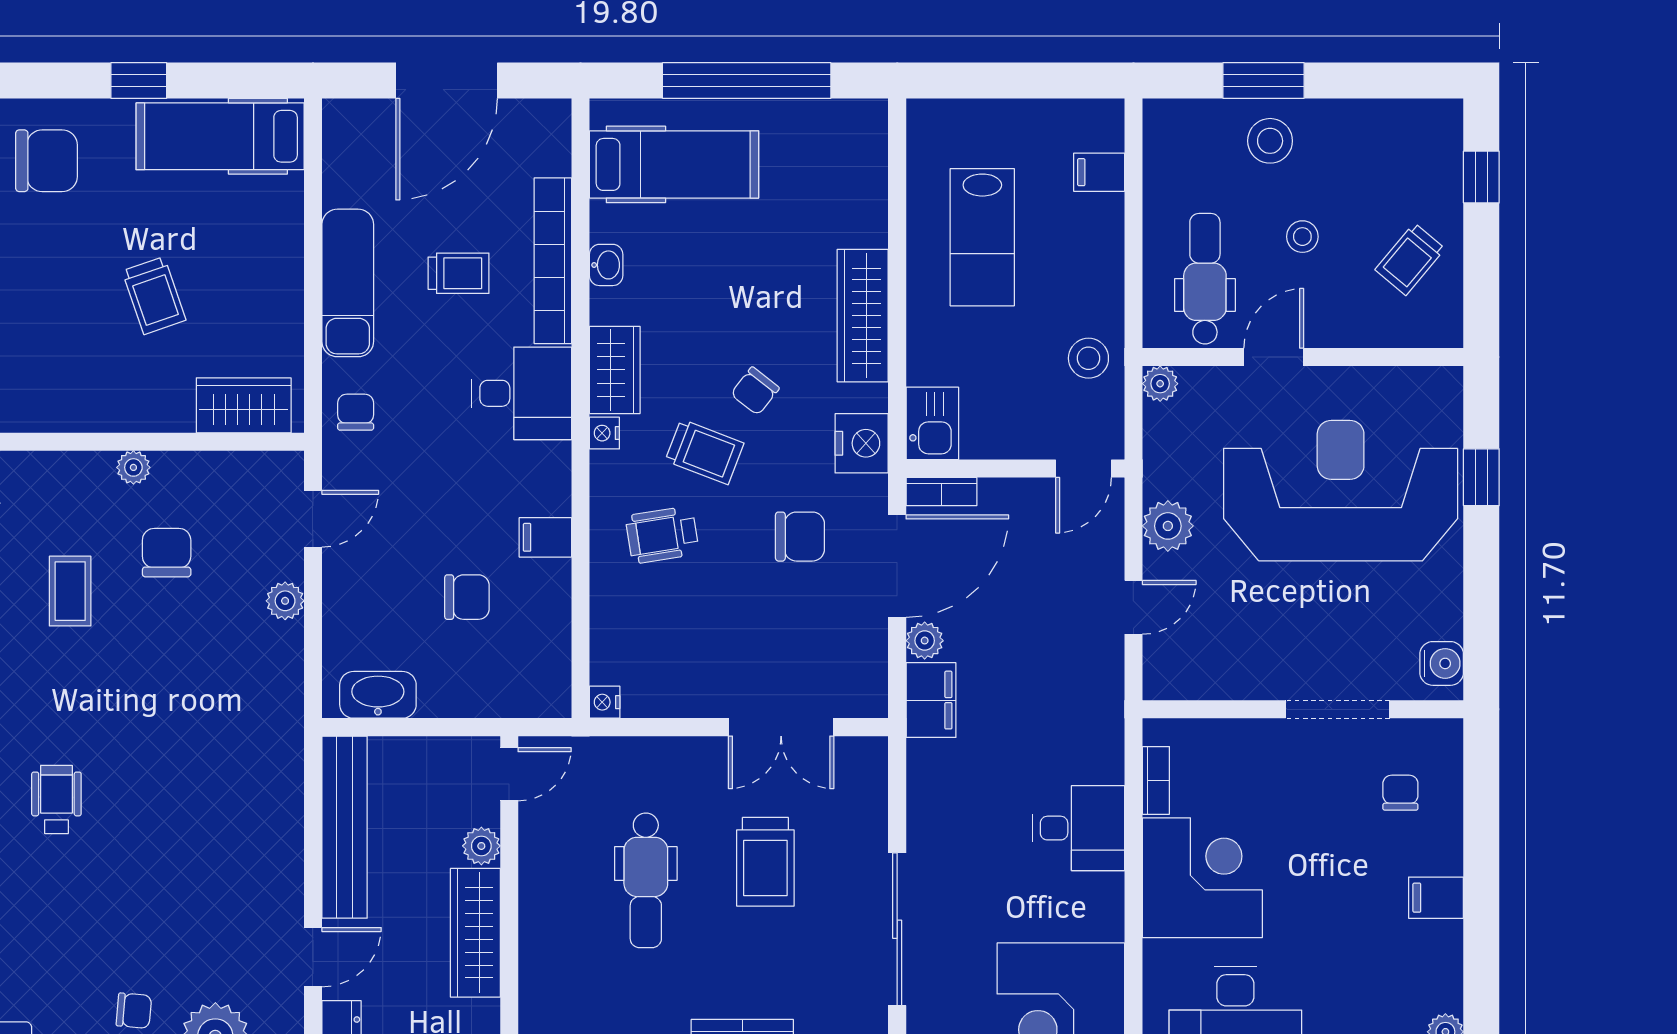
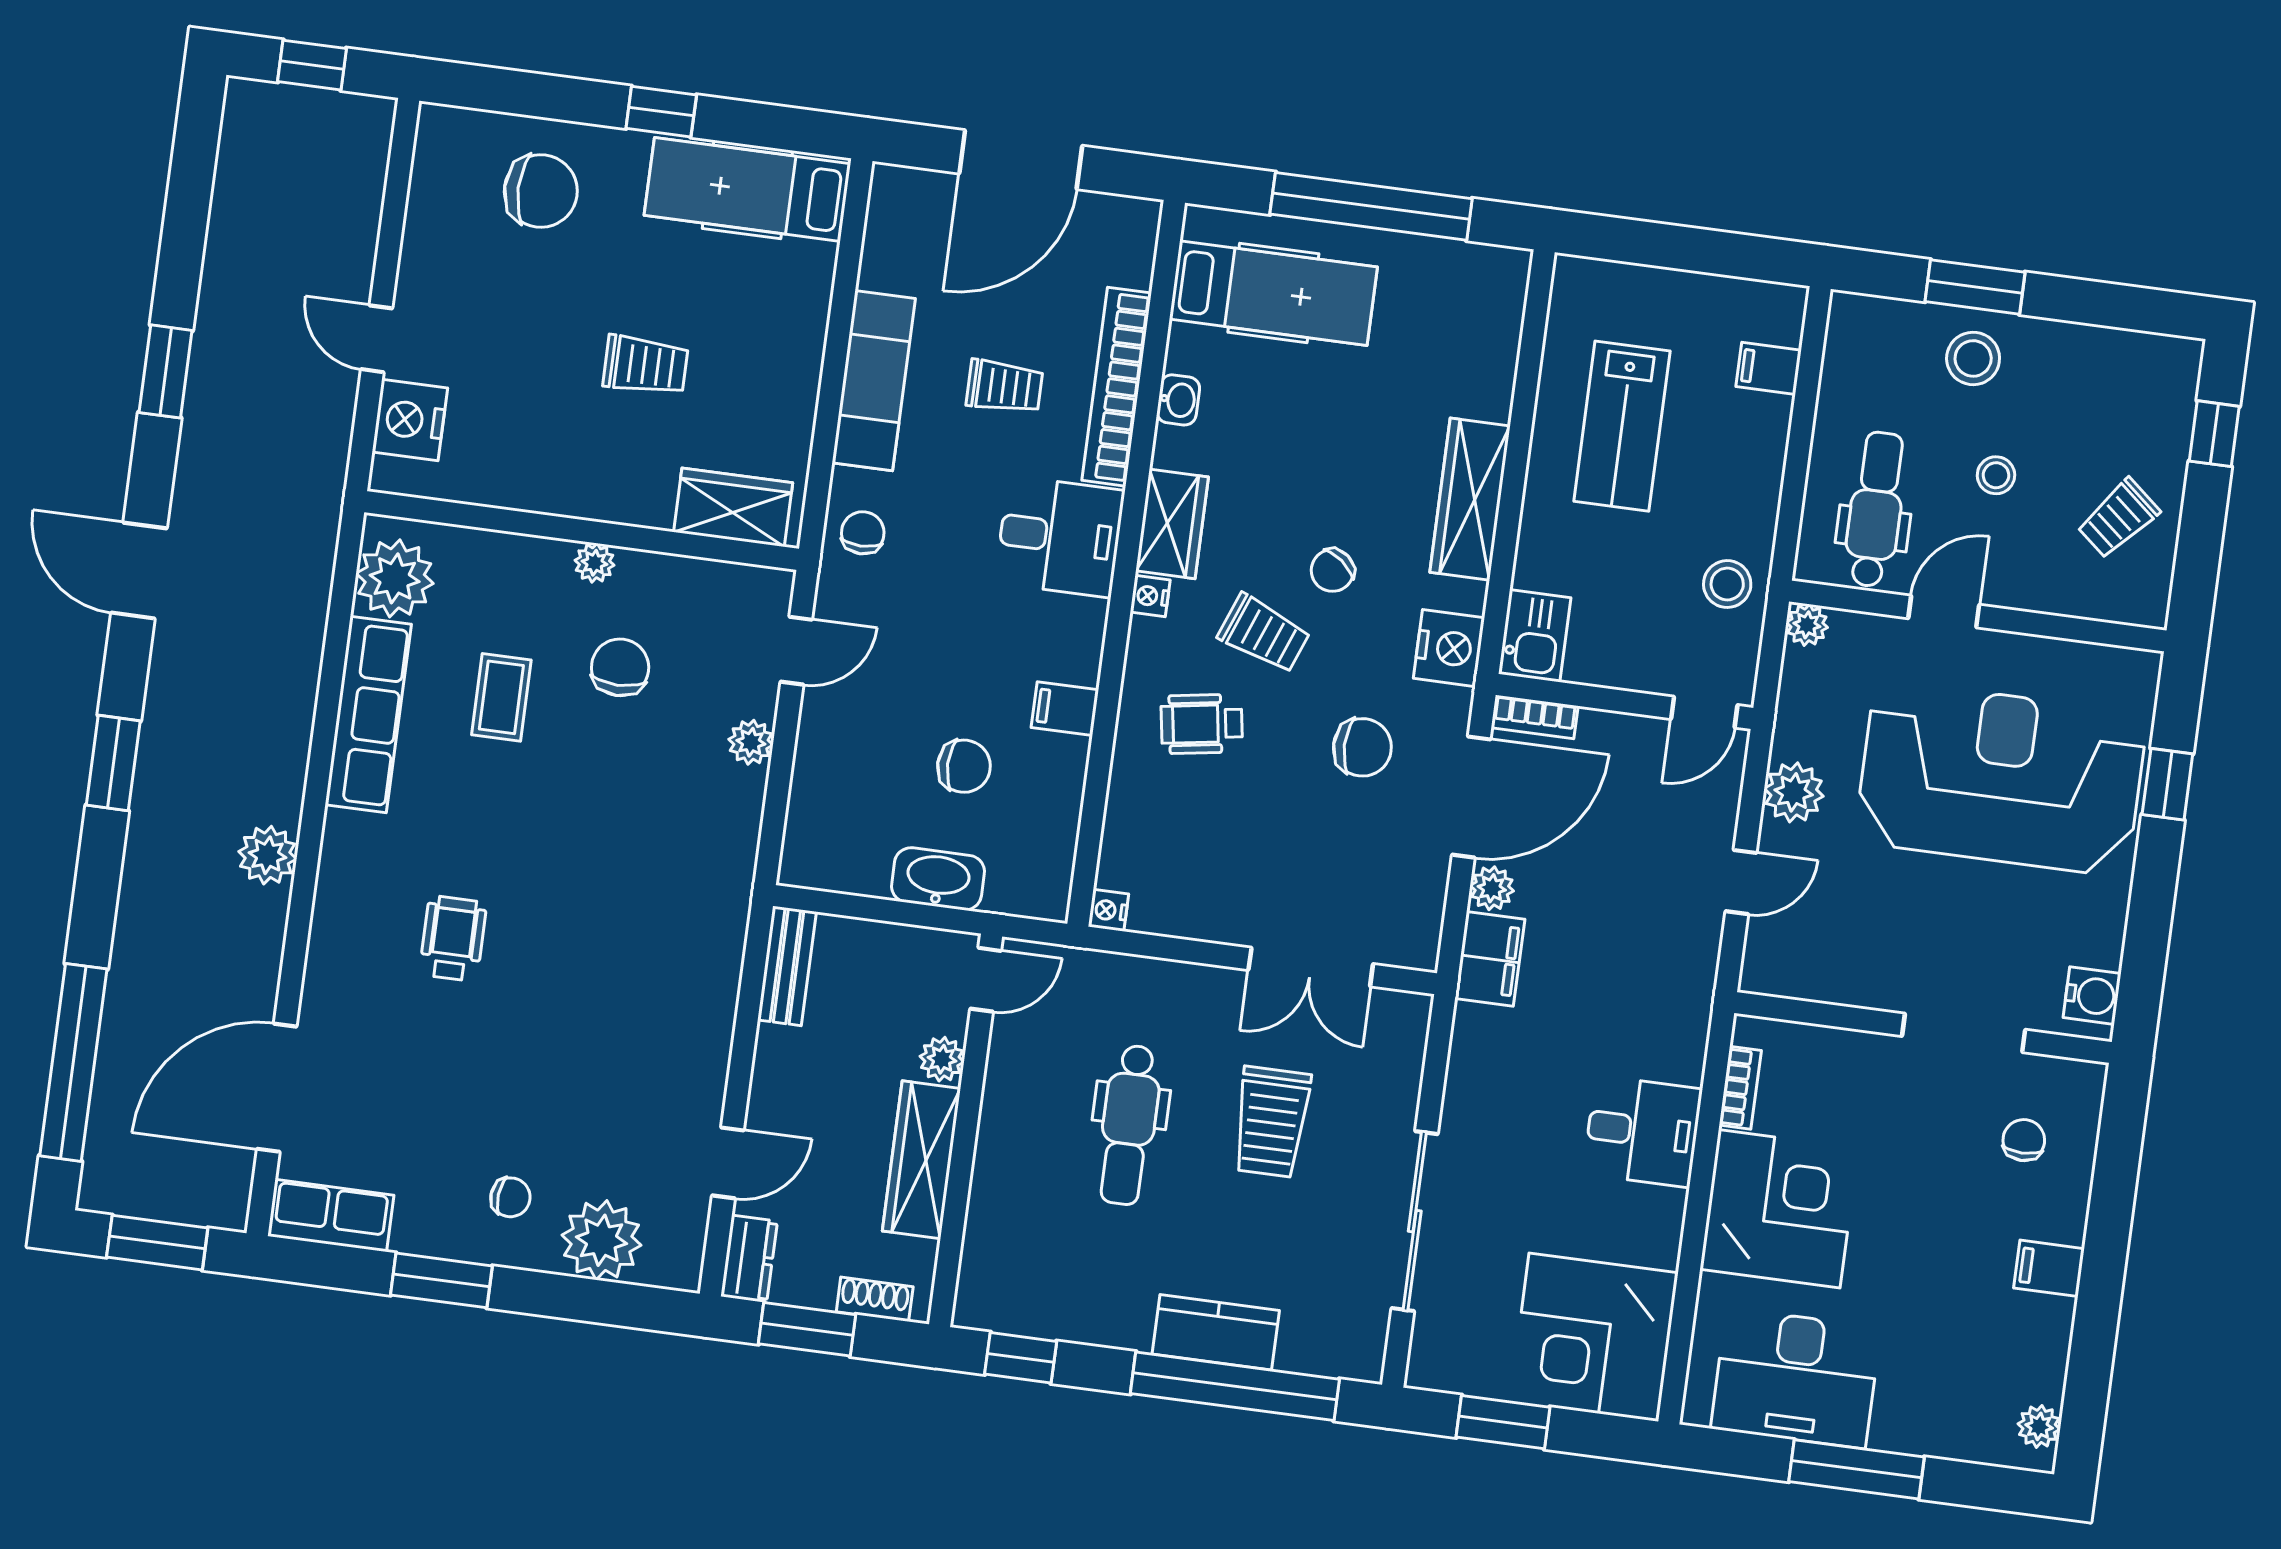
trolley: (154, 296) -> (645, 365), turned -71
washbasin: (378, 695) -> (938, 879), moved
bench: (345, 827) -> (787, 966), width x0.54, depth x0.82

